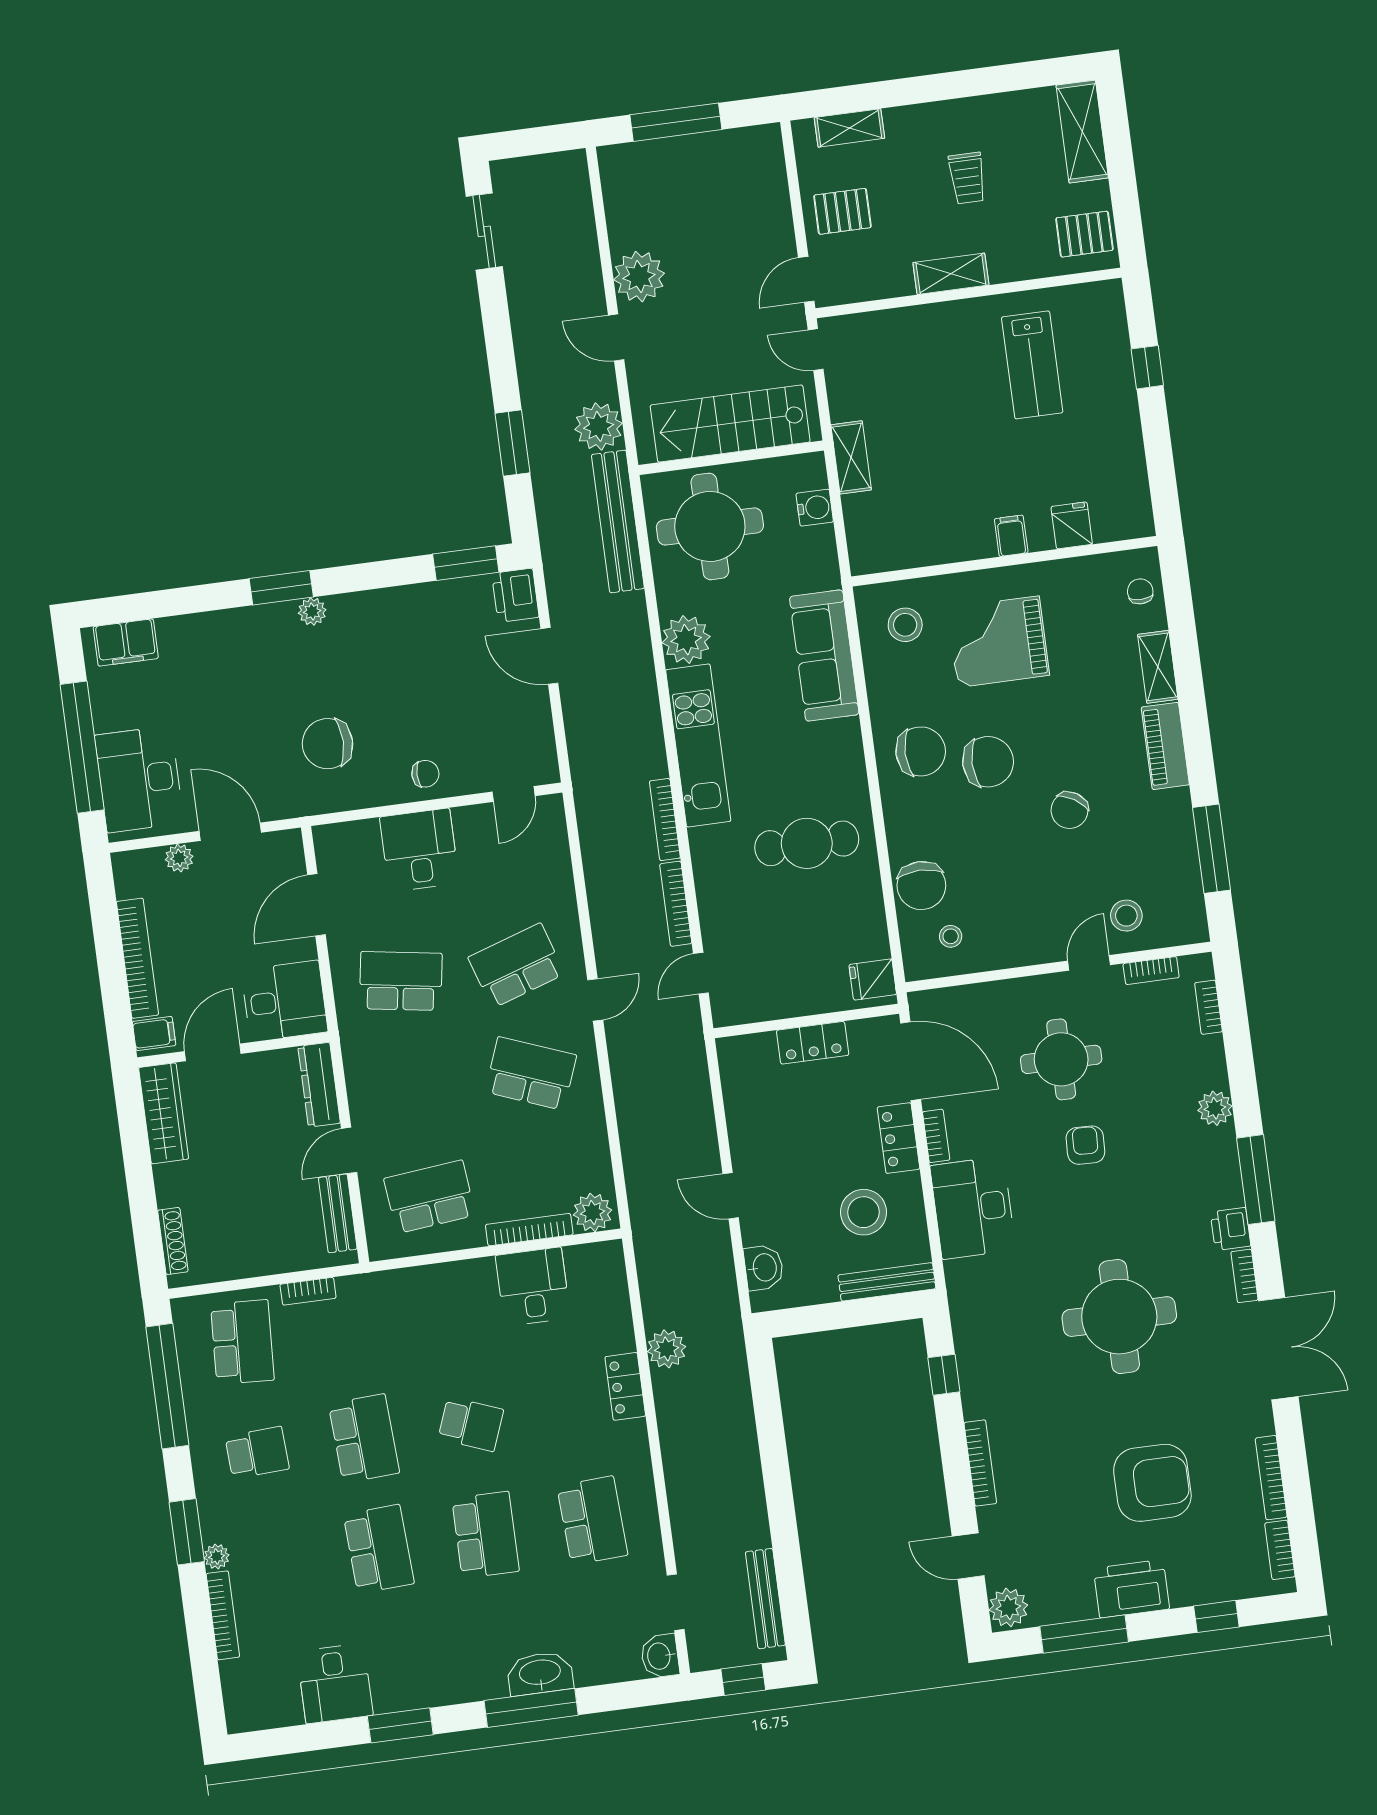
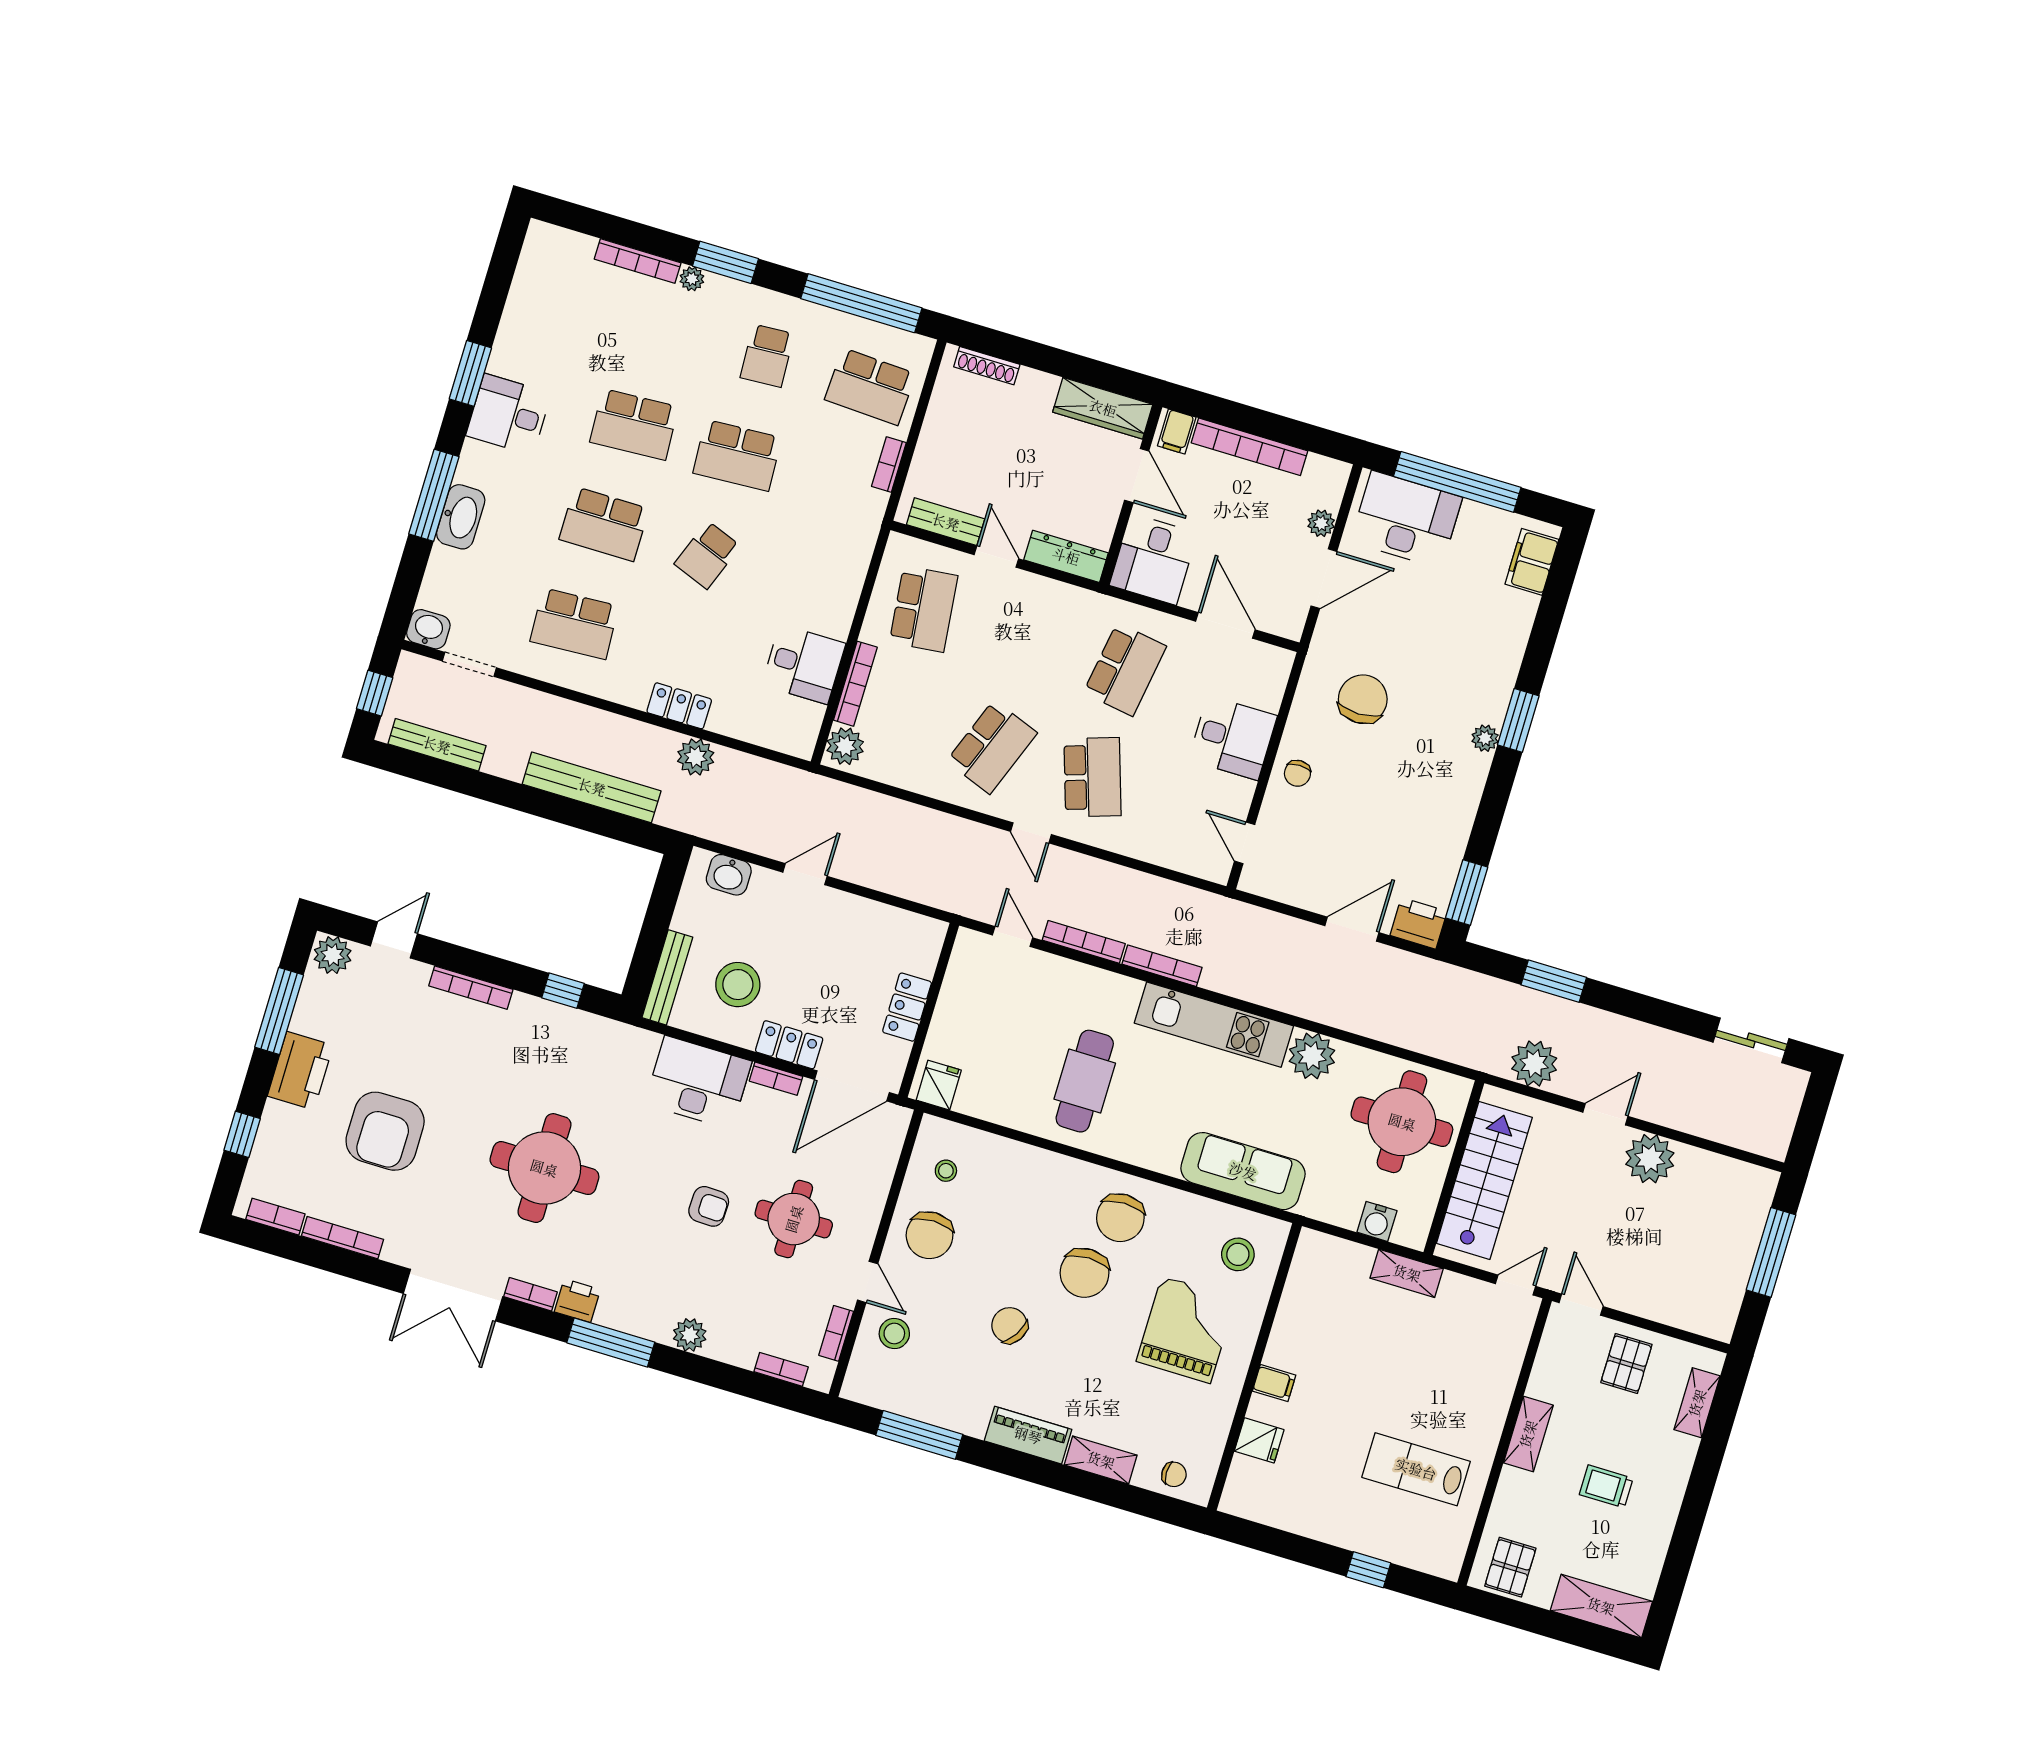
bench: (618, 521) -> (592, 787), moved
chair: (921, 886) -> (930, 1235), moved, turned -90
desk: (335, 1684) -> (509, 414), moved

